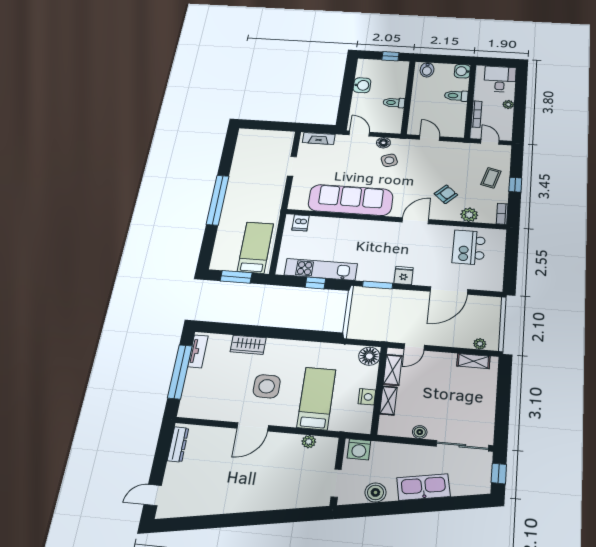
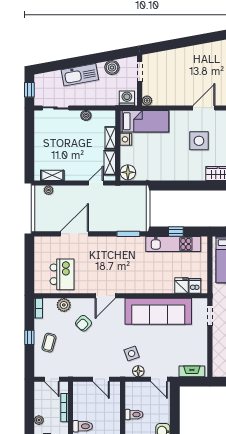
doorway: (292, 166) -> (210, 316), moved
fridge: (404, 275) -> (181, 285), moved, turned 180
bed: (316, 398) -> (144, 121), moved, turned -90
plant: (309, 442) -> (147, 101), moved
sliding door: (462, 446) -> (56, 108), width x0.73

